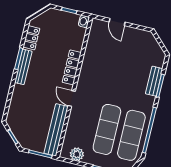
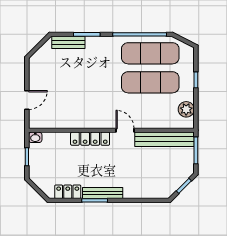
bench: (154, 81) -> (68, 42), moved
door: (72, 99) -> (125, 130), swing flipped

